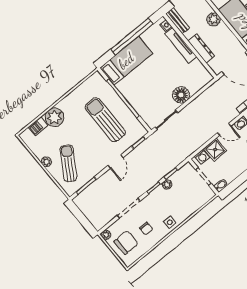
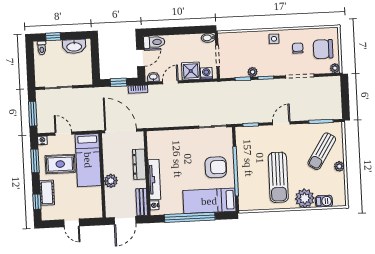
armchair: (141, 90) -> (216, 167), added
floor lamp: (181, 95) -> (185, 138), removed
sun lounger: (105, 120) -> (278, 177), moved
door: (224, 129) -> (170, 82), hinge flipped

